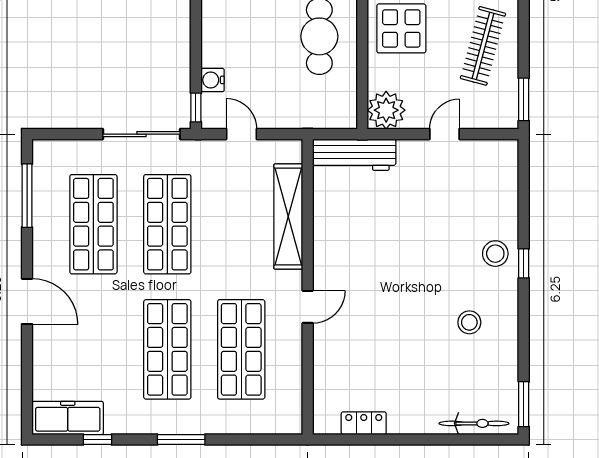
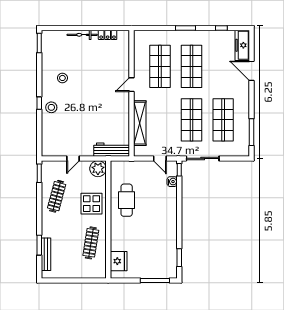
door: (27, 301) -> (252, 71), moved
freezer: (68, 418) -> (242, 45), moved, turned 90
bicycle: (474, 423) -> (82, 35), moved

